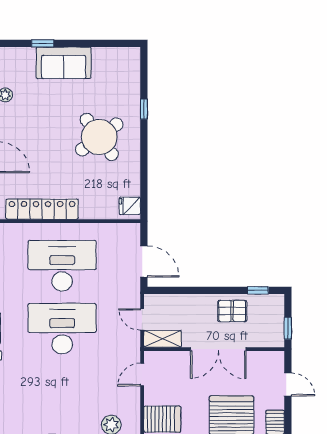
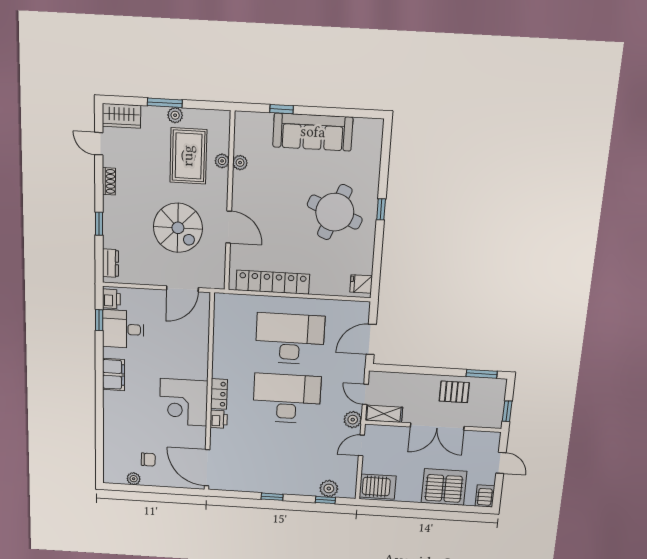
sofa: (64, 63) -> (313, 132), width x1.36
window: (144, 109) -> (381, 209), moved
round table: (99, 137) -> (335, 212), turned -32
door: (144, 261) -> (371, 339), swing flipped
window: (258, 290) -> (482, 374), width x1.50
plant: (131, 347) -> (353, 420), added

